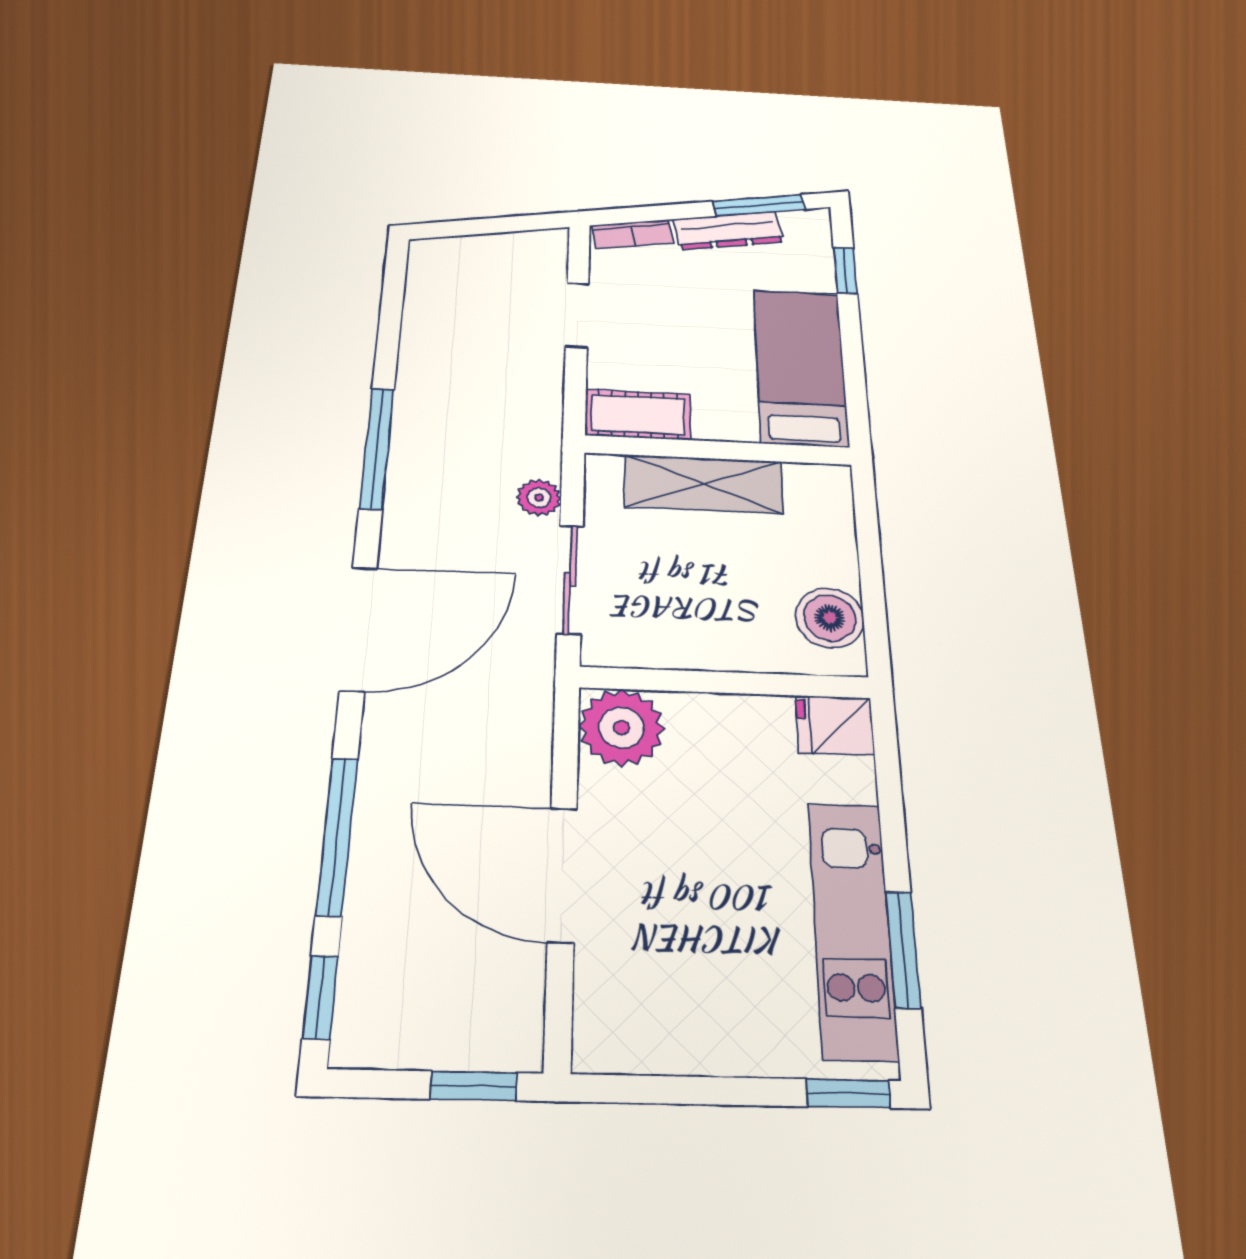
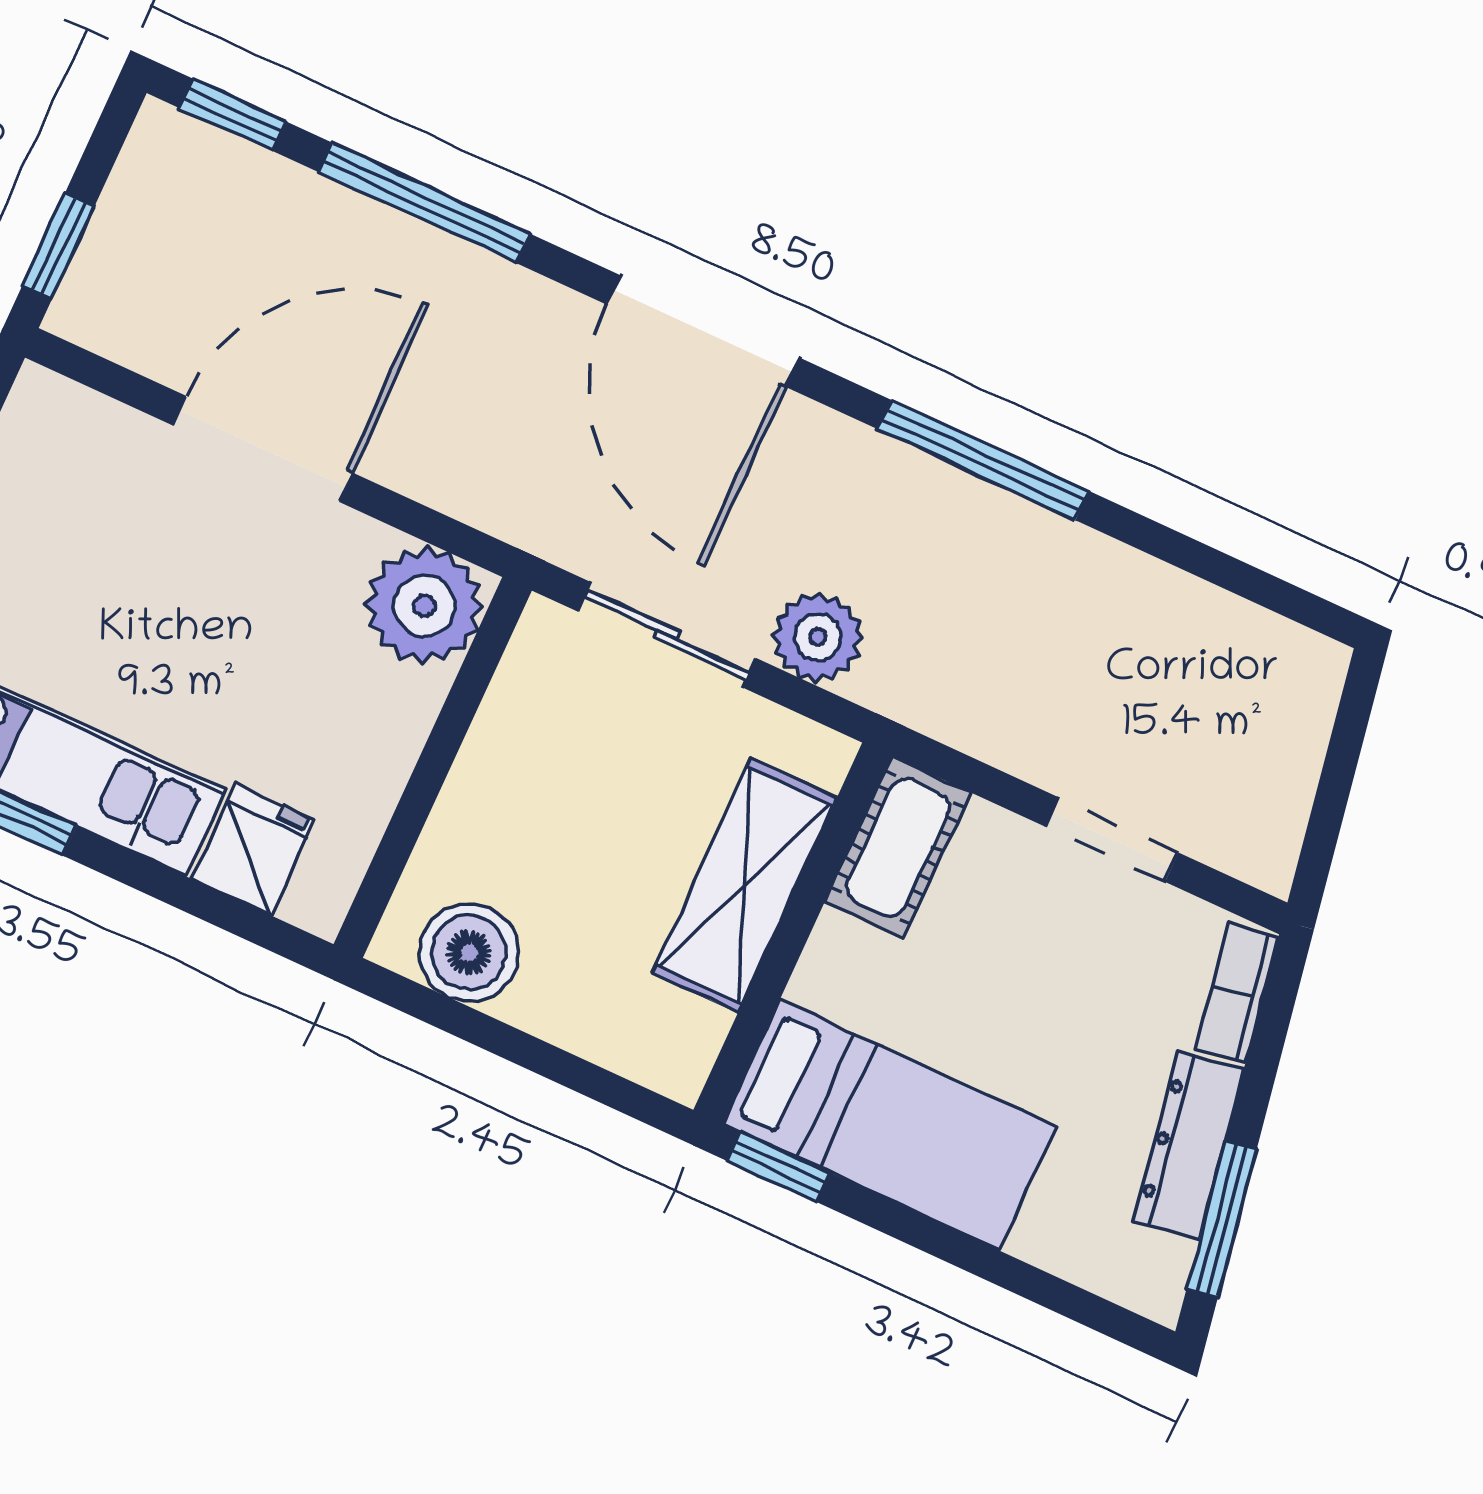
window: (845, 271) -> (779, 1167), moved
plant: (539, 498) -> (818, 637), width x1.38, depth x1.38
fridge: (835, 725) -> (253, 850), moved

